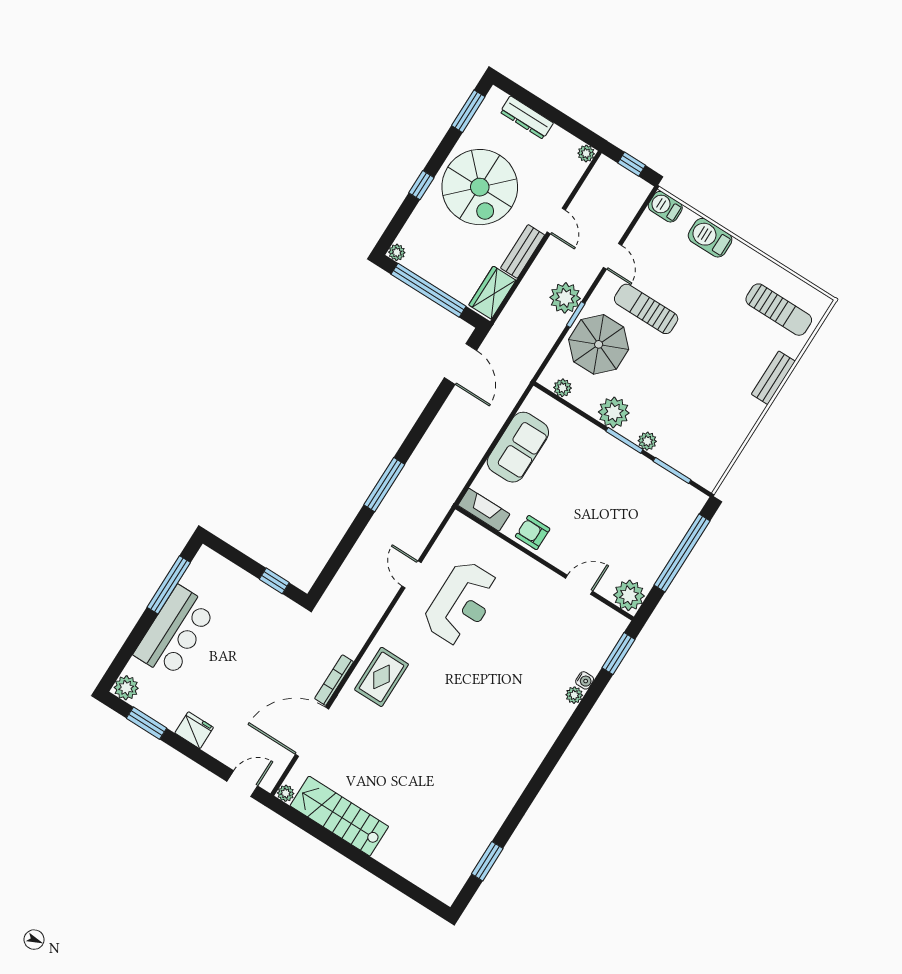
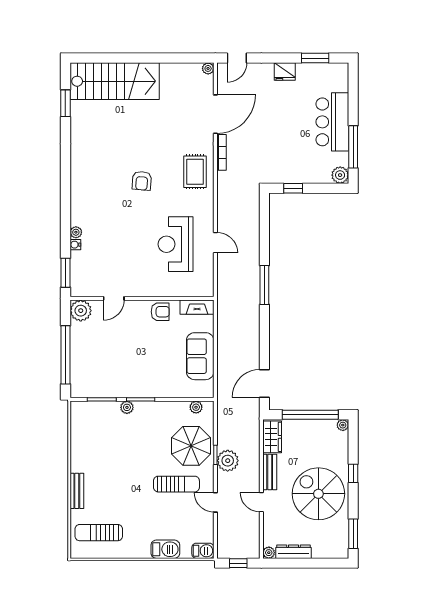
dresser: (527, 118) -> (294, 552), moved
door: (460, 364) -> (264, 383), hinge flipped
plant: (614, 412) -> (157, 412), removed
plant: (126, 688) -> (340, 175), moved
armchair: (454, 707) -> (142, 181), added
stairs: (339, 816) -> (115, 81), moved, width x1.36, depth x1.51

